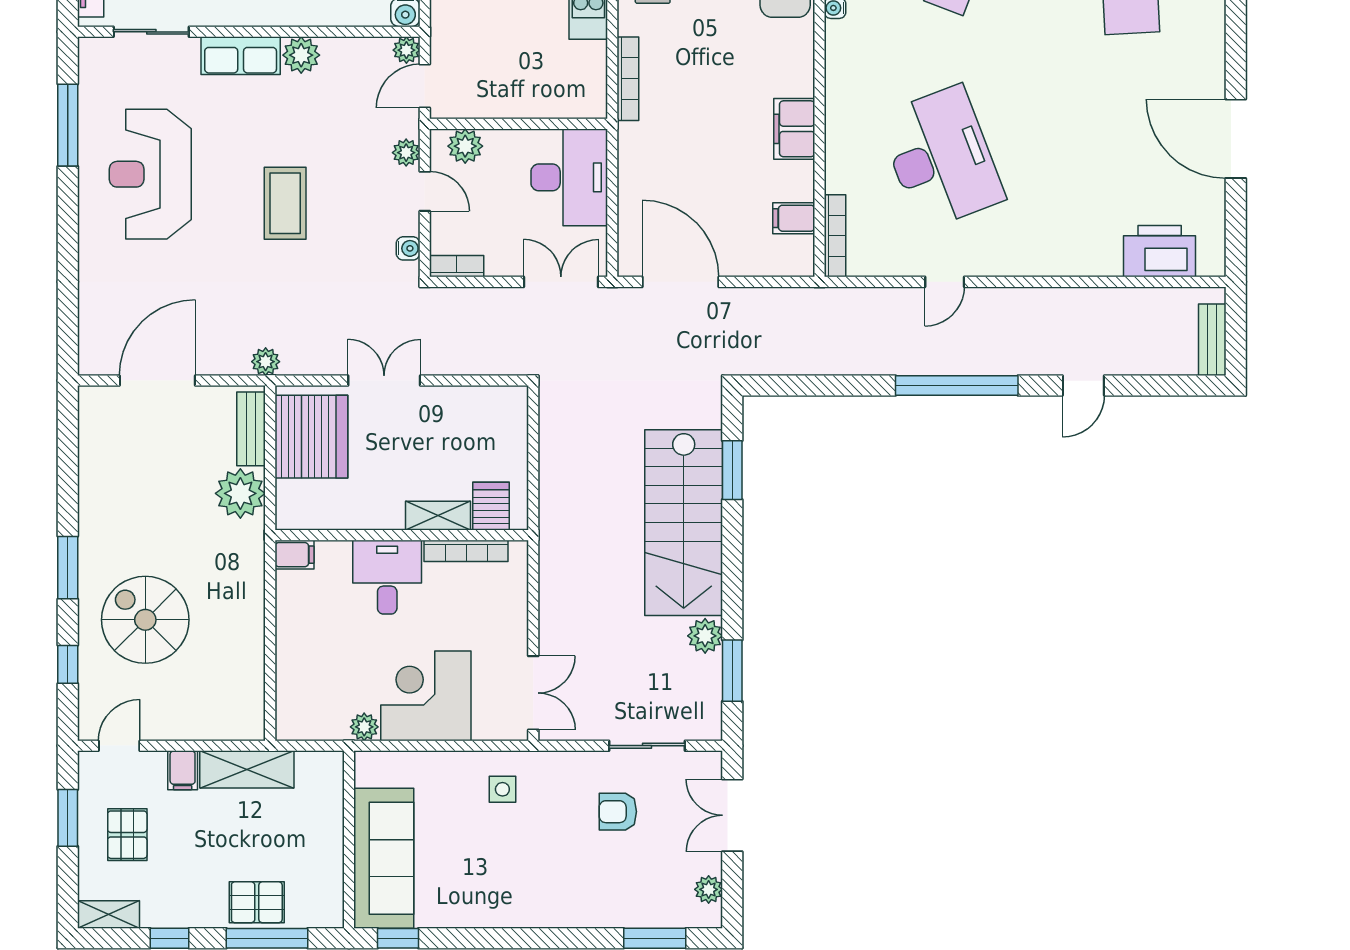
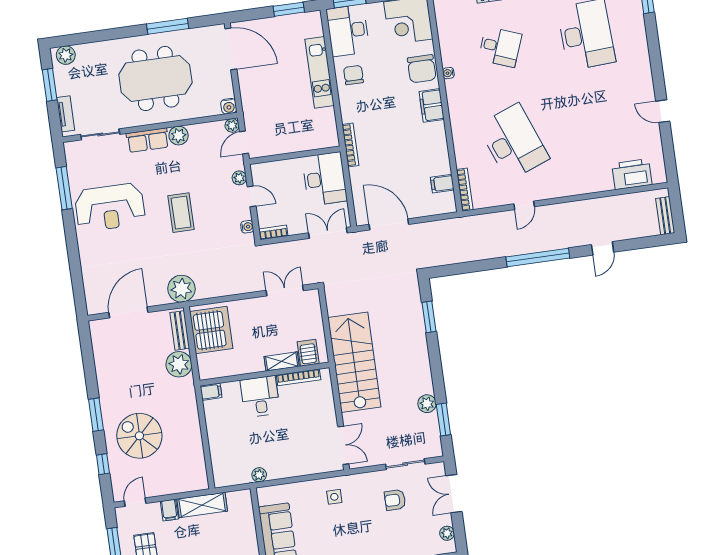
bookcase: (628, 79) -> (350, 145), moved
filing cabinet: (794, 129) -> (432, 105), moved
door: (1236, 139) -> (663, 111), width x0.53
plant: (465, 146) -> (269, 170), removed
reception desk: (150, 174) -> (110, 207), turned -90
plant: (266, 362) -> (181, 289), width x1.87, depth x1.87
double door: (384, 381) -> (285, 290), moved
stairs: (684, 523) -> (354, 362), moved, turned 180
corner desk: (426, 696) -> (288, 454), removed

